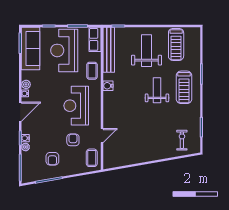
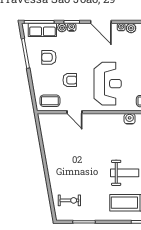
reception desk: (76, 106) -> (108, 84), turned 90
row of seats: (28, 165) -> (42, 30), added

